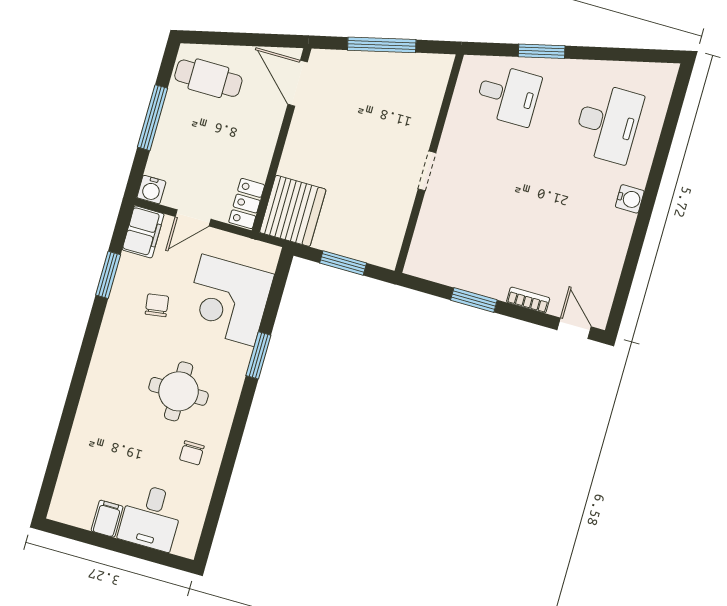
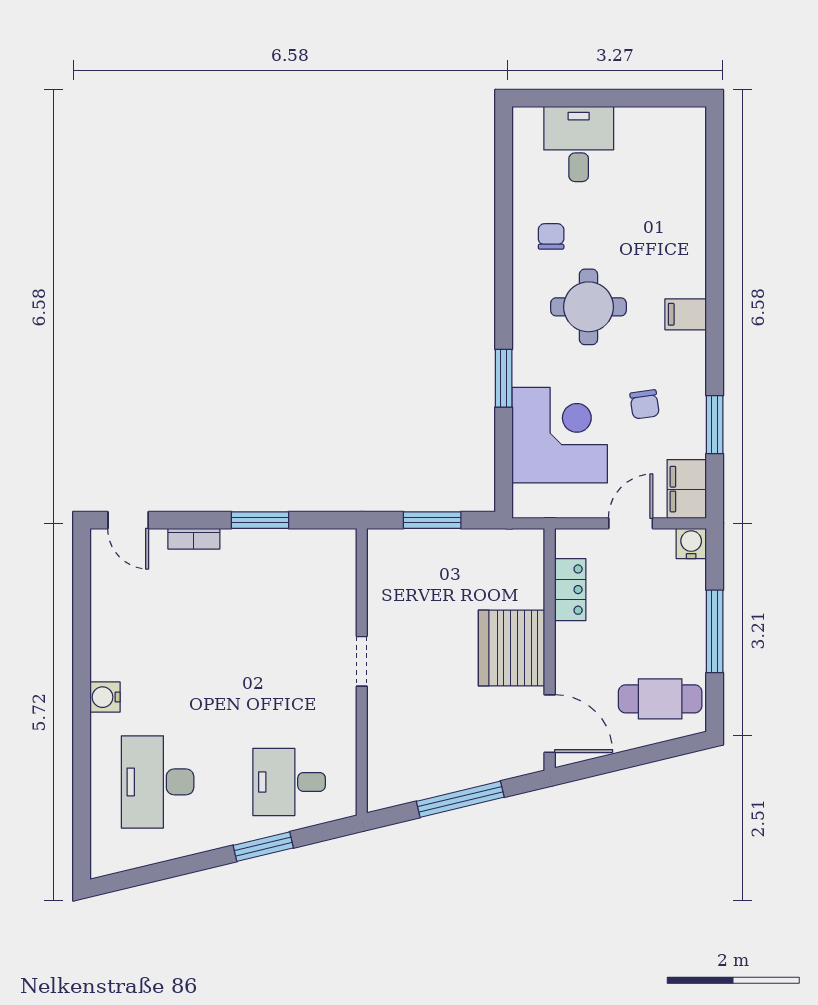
locker: (247, 204) -> (570, 590), moved
server rack: (293, 211) -> (512, 648), moved
filing cabinet: (107, 519) -> (686, 314), moved, turned 90

